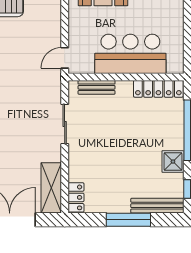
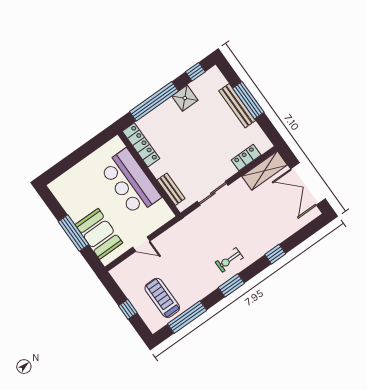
door: (65, 58) -> (141, 244), moved
locker: (76, 197) -> (246, 158), moved
bench: (157, 206) -> (237, 106), moved

